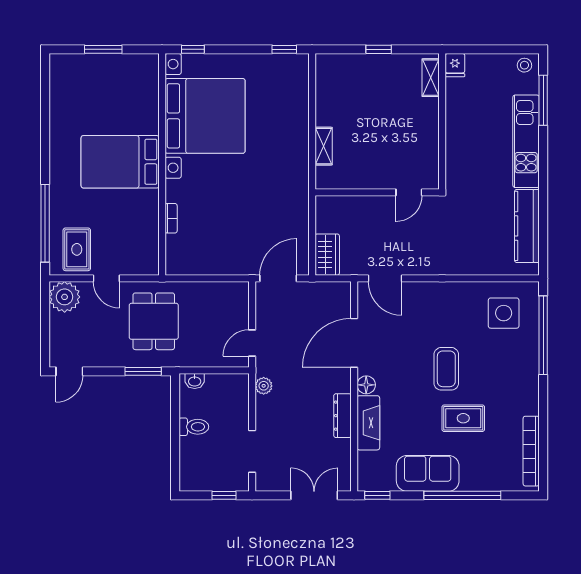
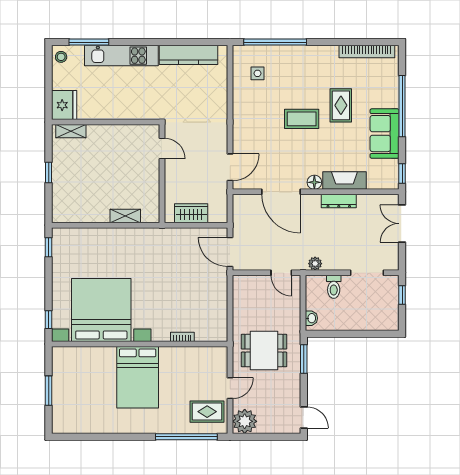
fridge: (455, 65) -> (64, 105), width x1.88, depth x1.34
wardrobe: (327, 255) -> (191, 213), moved
side table: (504, 313) -> (257, 73), width x0.54, depth x0.54
toilet: (194, 427) -> (334, 287), moved, turned 180

